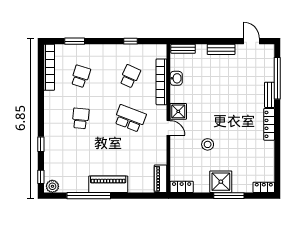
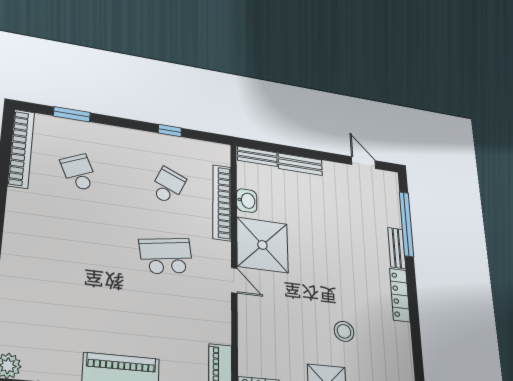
bench: (221, 49) -> (300, 164), moved
school desk: (81, 76) -> (79, 173), turned -42
shower: (178, 111) -> (262, 245), width x1.86, depth x1.86
school desk: (81, 118) -> (74, 244), removed
school desk: (130, 118) -> (166, 256), turned -30
stool: (208, 144) -> (344, 331), moved

